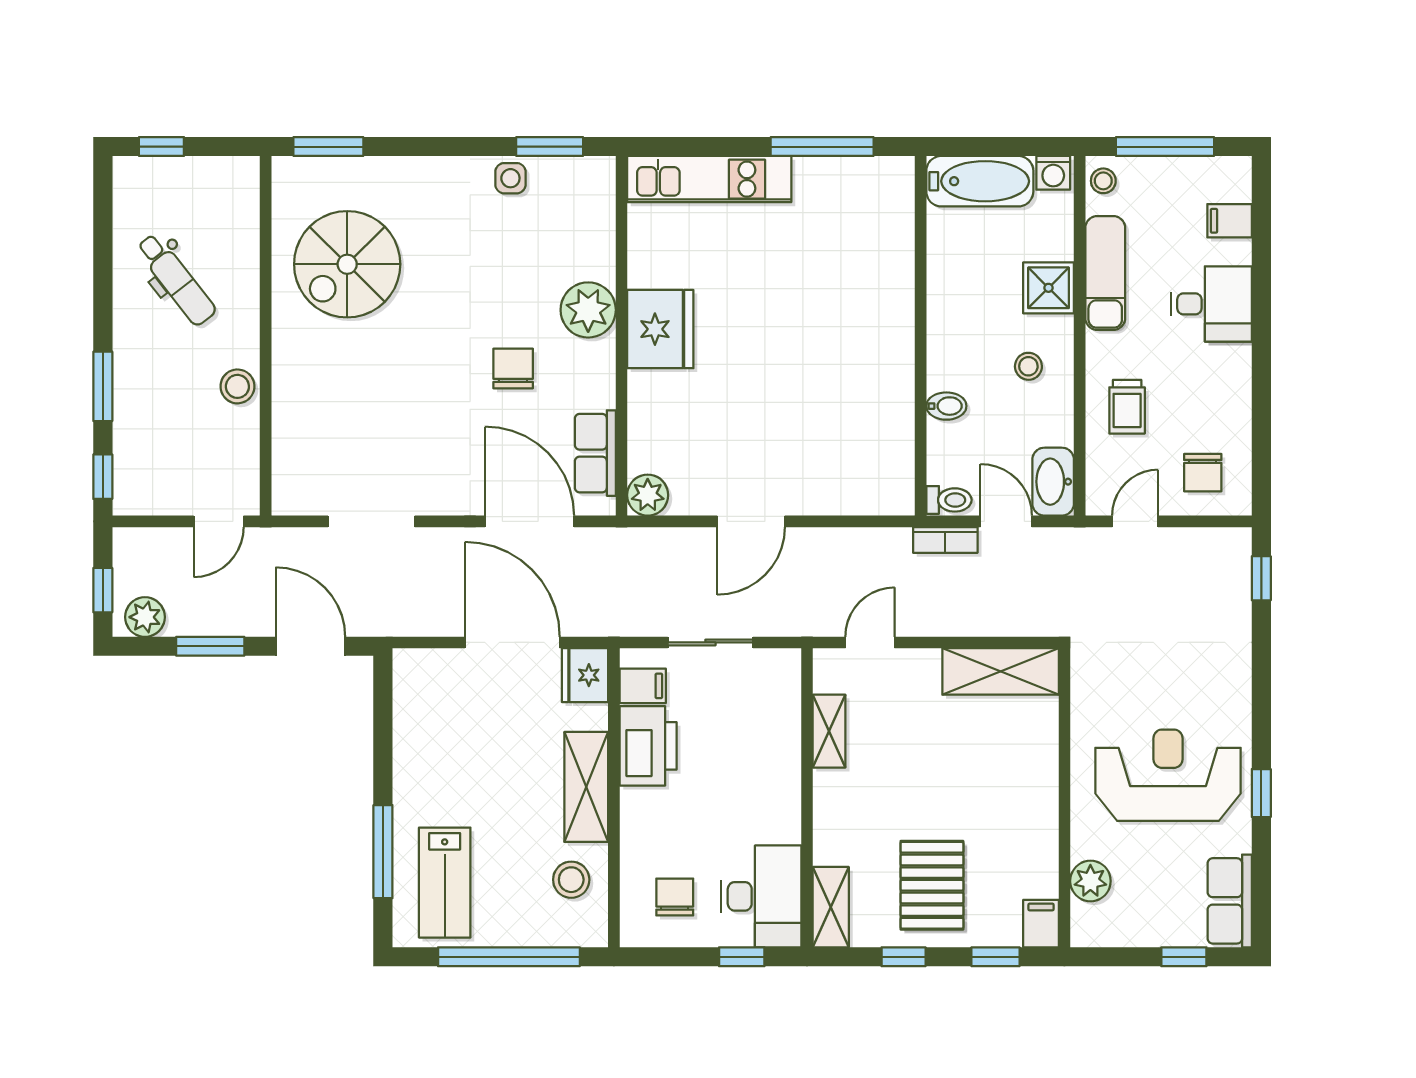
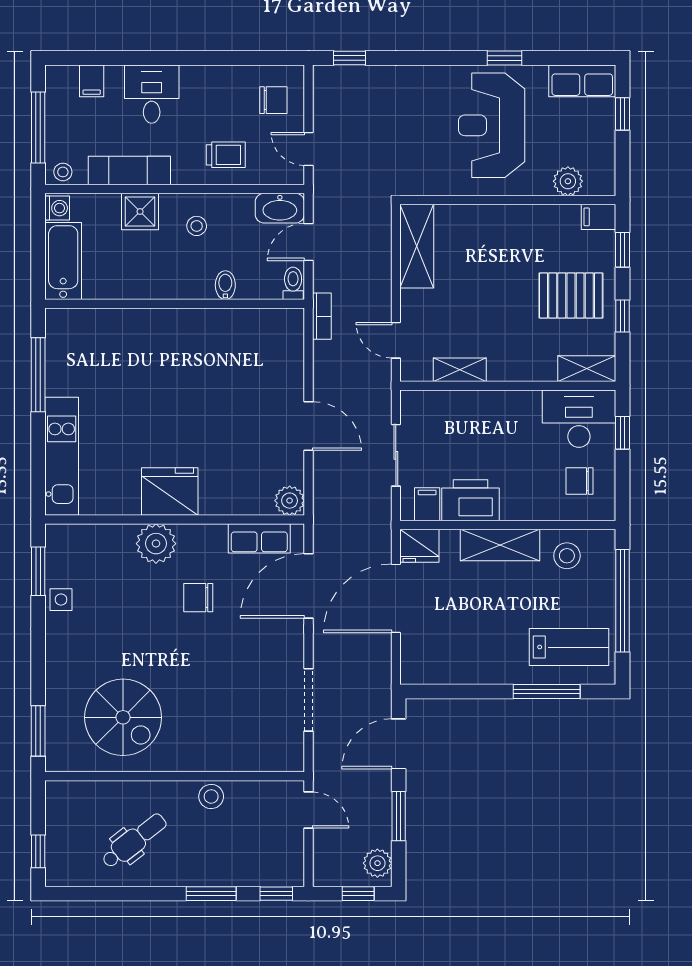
bookcase: (945, 540) -> (322, 316), moved

